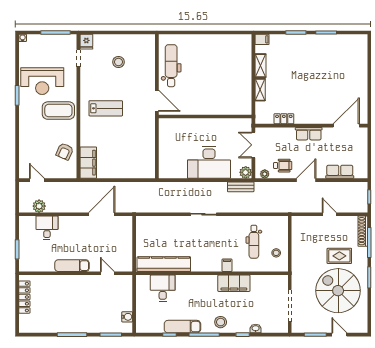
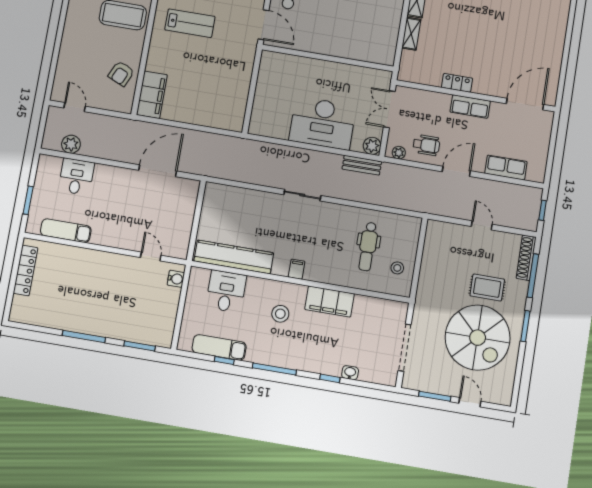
locker: (284, 119) -> (457, 83), moved
filing cabinet: (227, 265) -> (297, 269), moved
exam couch: (72, 266) -> (66, 231), moved
spiral stairs: (338, 291) -> (478, 338), turned 180
water cooler: (127, 317) -> (176, 279), moved
stool: (221, 322) -> (280, 314), moved
exam couch: (182, 327) -> (219, 347), moved

